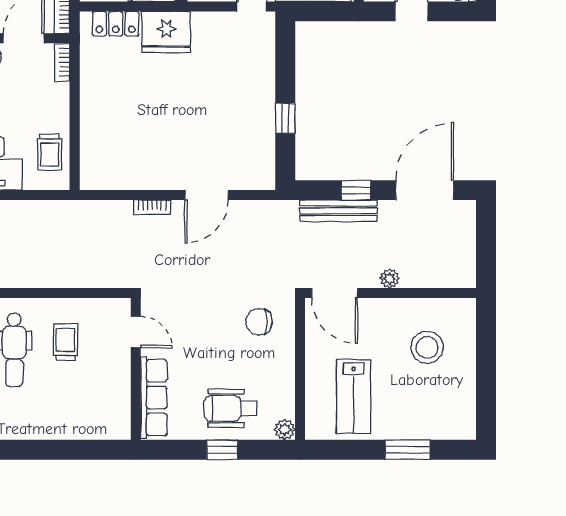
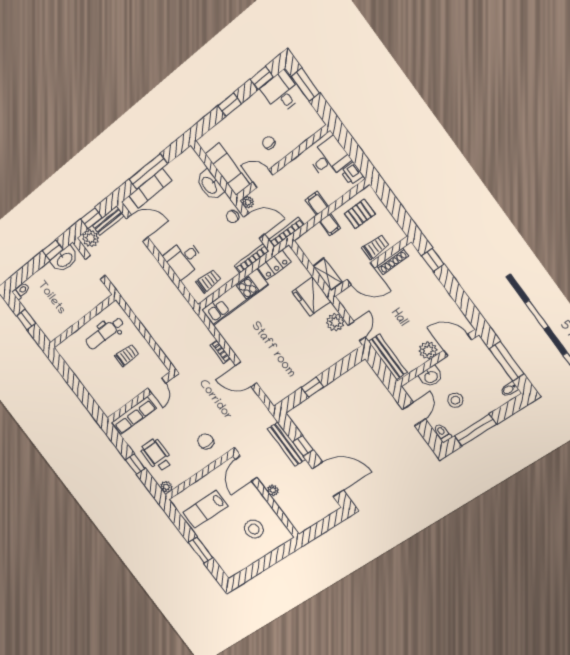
locker: (116, 24) -> (274, 265), moved, turned -90
plant: (221, 26) -> (335, 322), added
bookcase: (62, 62) -> (252, 258), width x1.56
kitchen unit: (96, 133) -> (235, 297), added
trolley: (50, 152) -> (209, 281), turned 180

